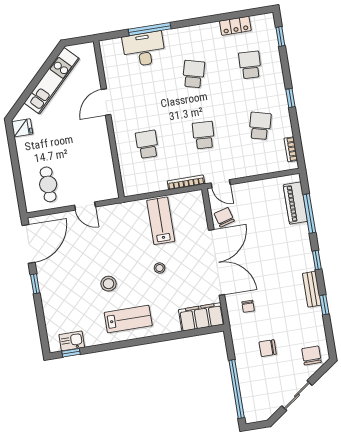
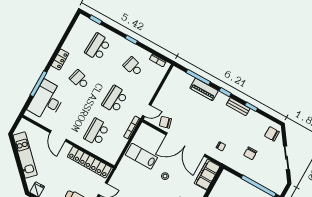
locker: (235, 26) -> (60, 59), moved
desk: (144, 49) -> (47, 101), width x1.36, depth x1.30
school desk: (250, 65) -> (98, 47), width x1.85
school desk: (204, 135) -> (115, 99), width x1.85
school desk: (147, 144) -> (97, 132), width x1.85
locker: (104, 164) -> (89, 162), added
piano: (295, 203) -> (204, 89), moved
double door: (217, 262) -> (185, 145), swing flipped

